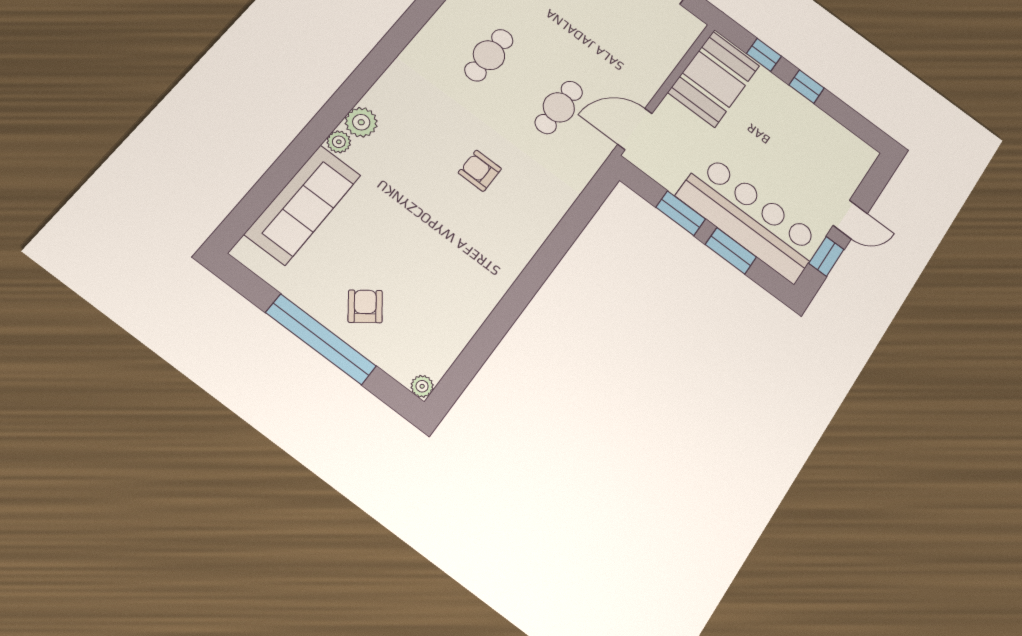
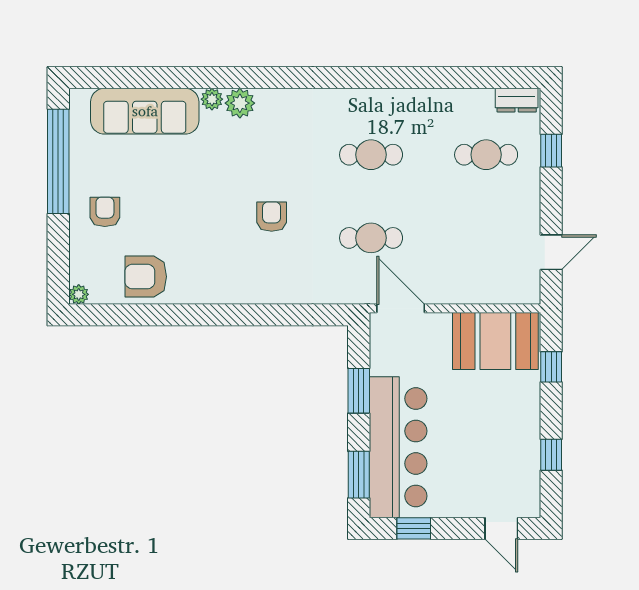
window: (807, 87) -> (551, 455), moved
door: (850, 219) -> (501, 528), moved
window: (731, 251) -> (359, 475), moved
armchair: (365, 306) -> (105, 212), turned -53
armchair: (451, 315) -> (146, 277), added
window: (321, 339) -> (58, 161), moved

